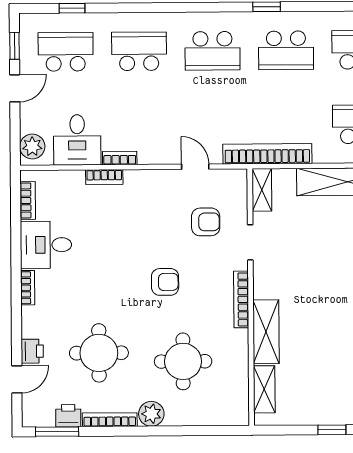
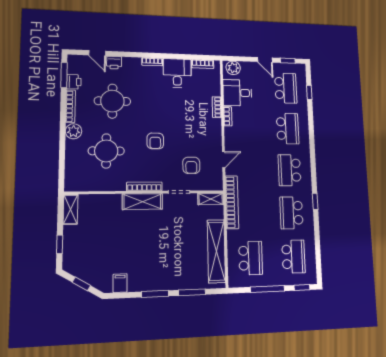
shelving: (266, 332) -> (142, 202), moved
shelving: (264, 389) -> (71, 209), moved, turned 90

